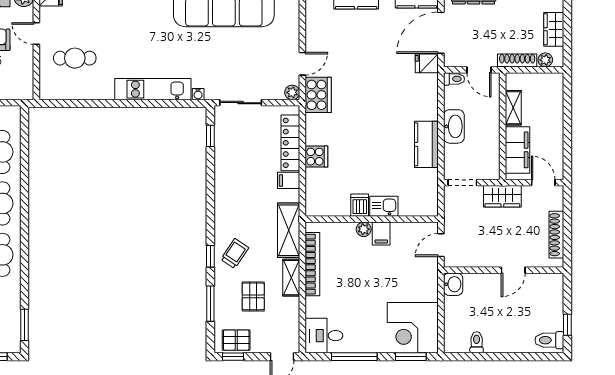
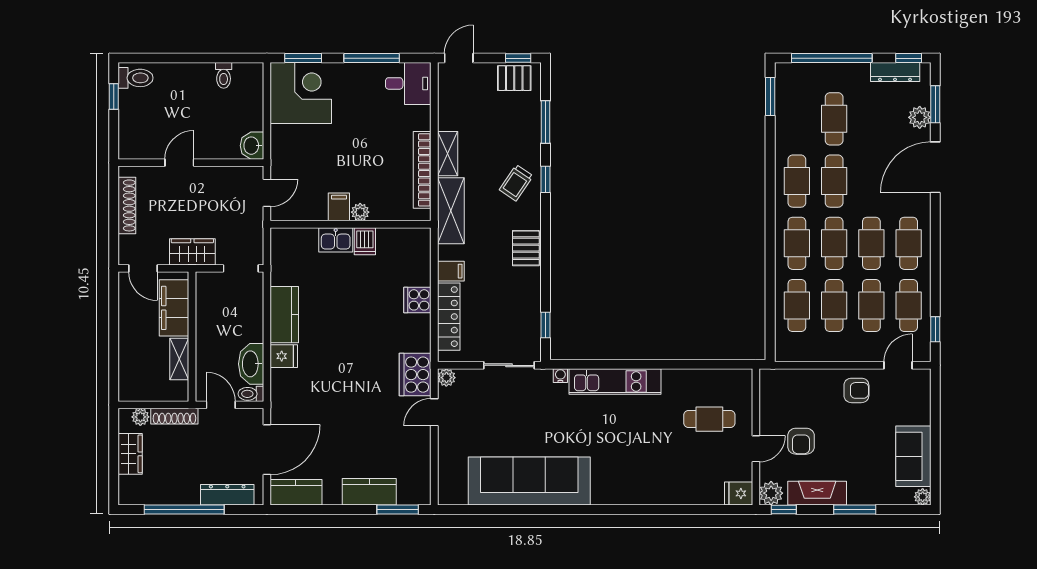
door: (36, 33) -> (756, 449), hinge flipped
fridge: (427, 63) -> (284, 356), moved
washbasin: (454, 126) -> (251, 364), moved
pallet: (253, 296) -> (526, 248), moved

